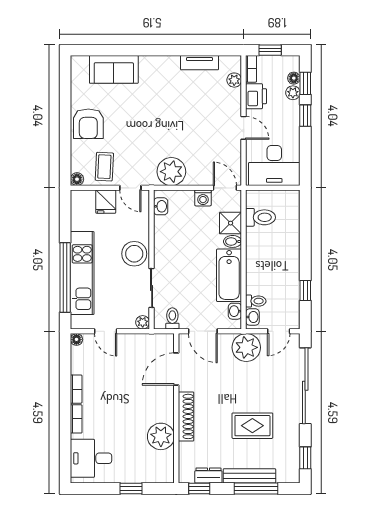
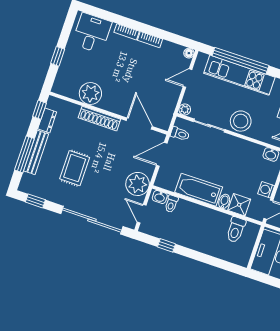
washbasin: (235, 311) -> (169, 185), removed

